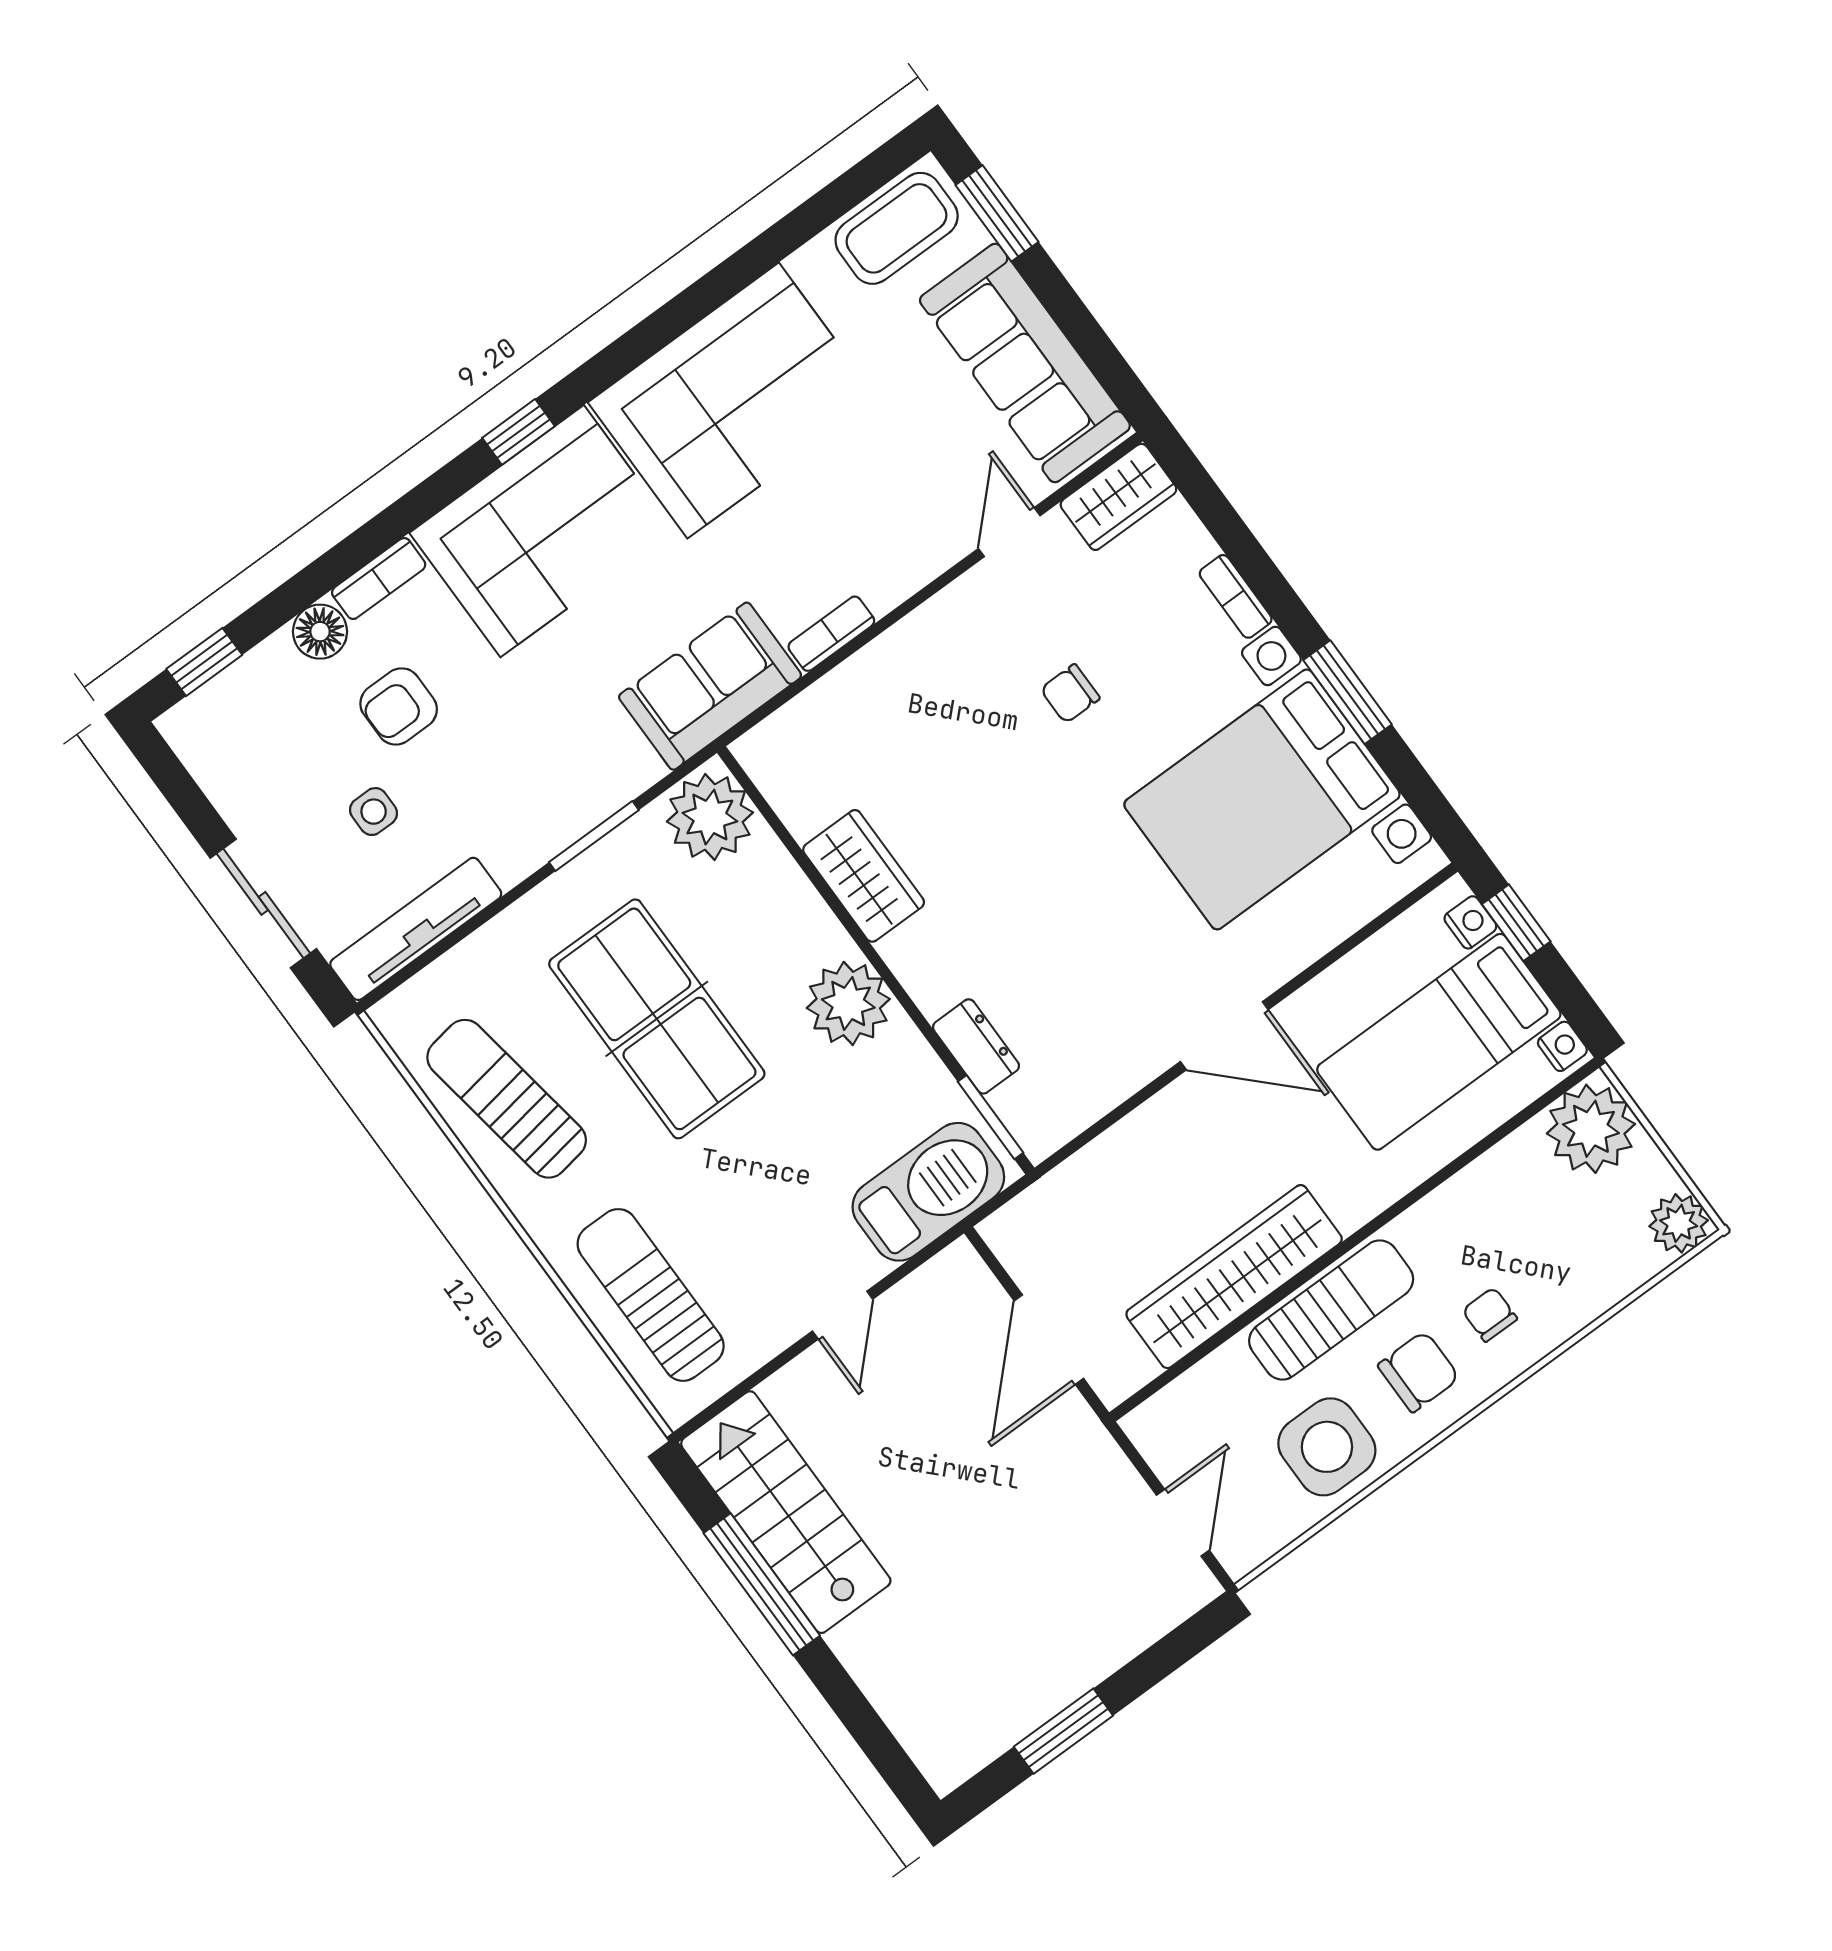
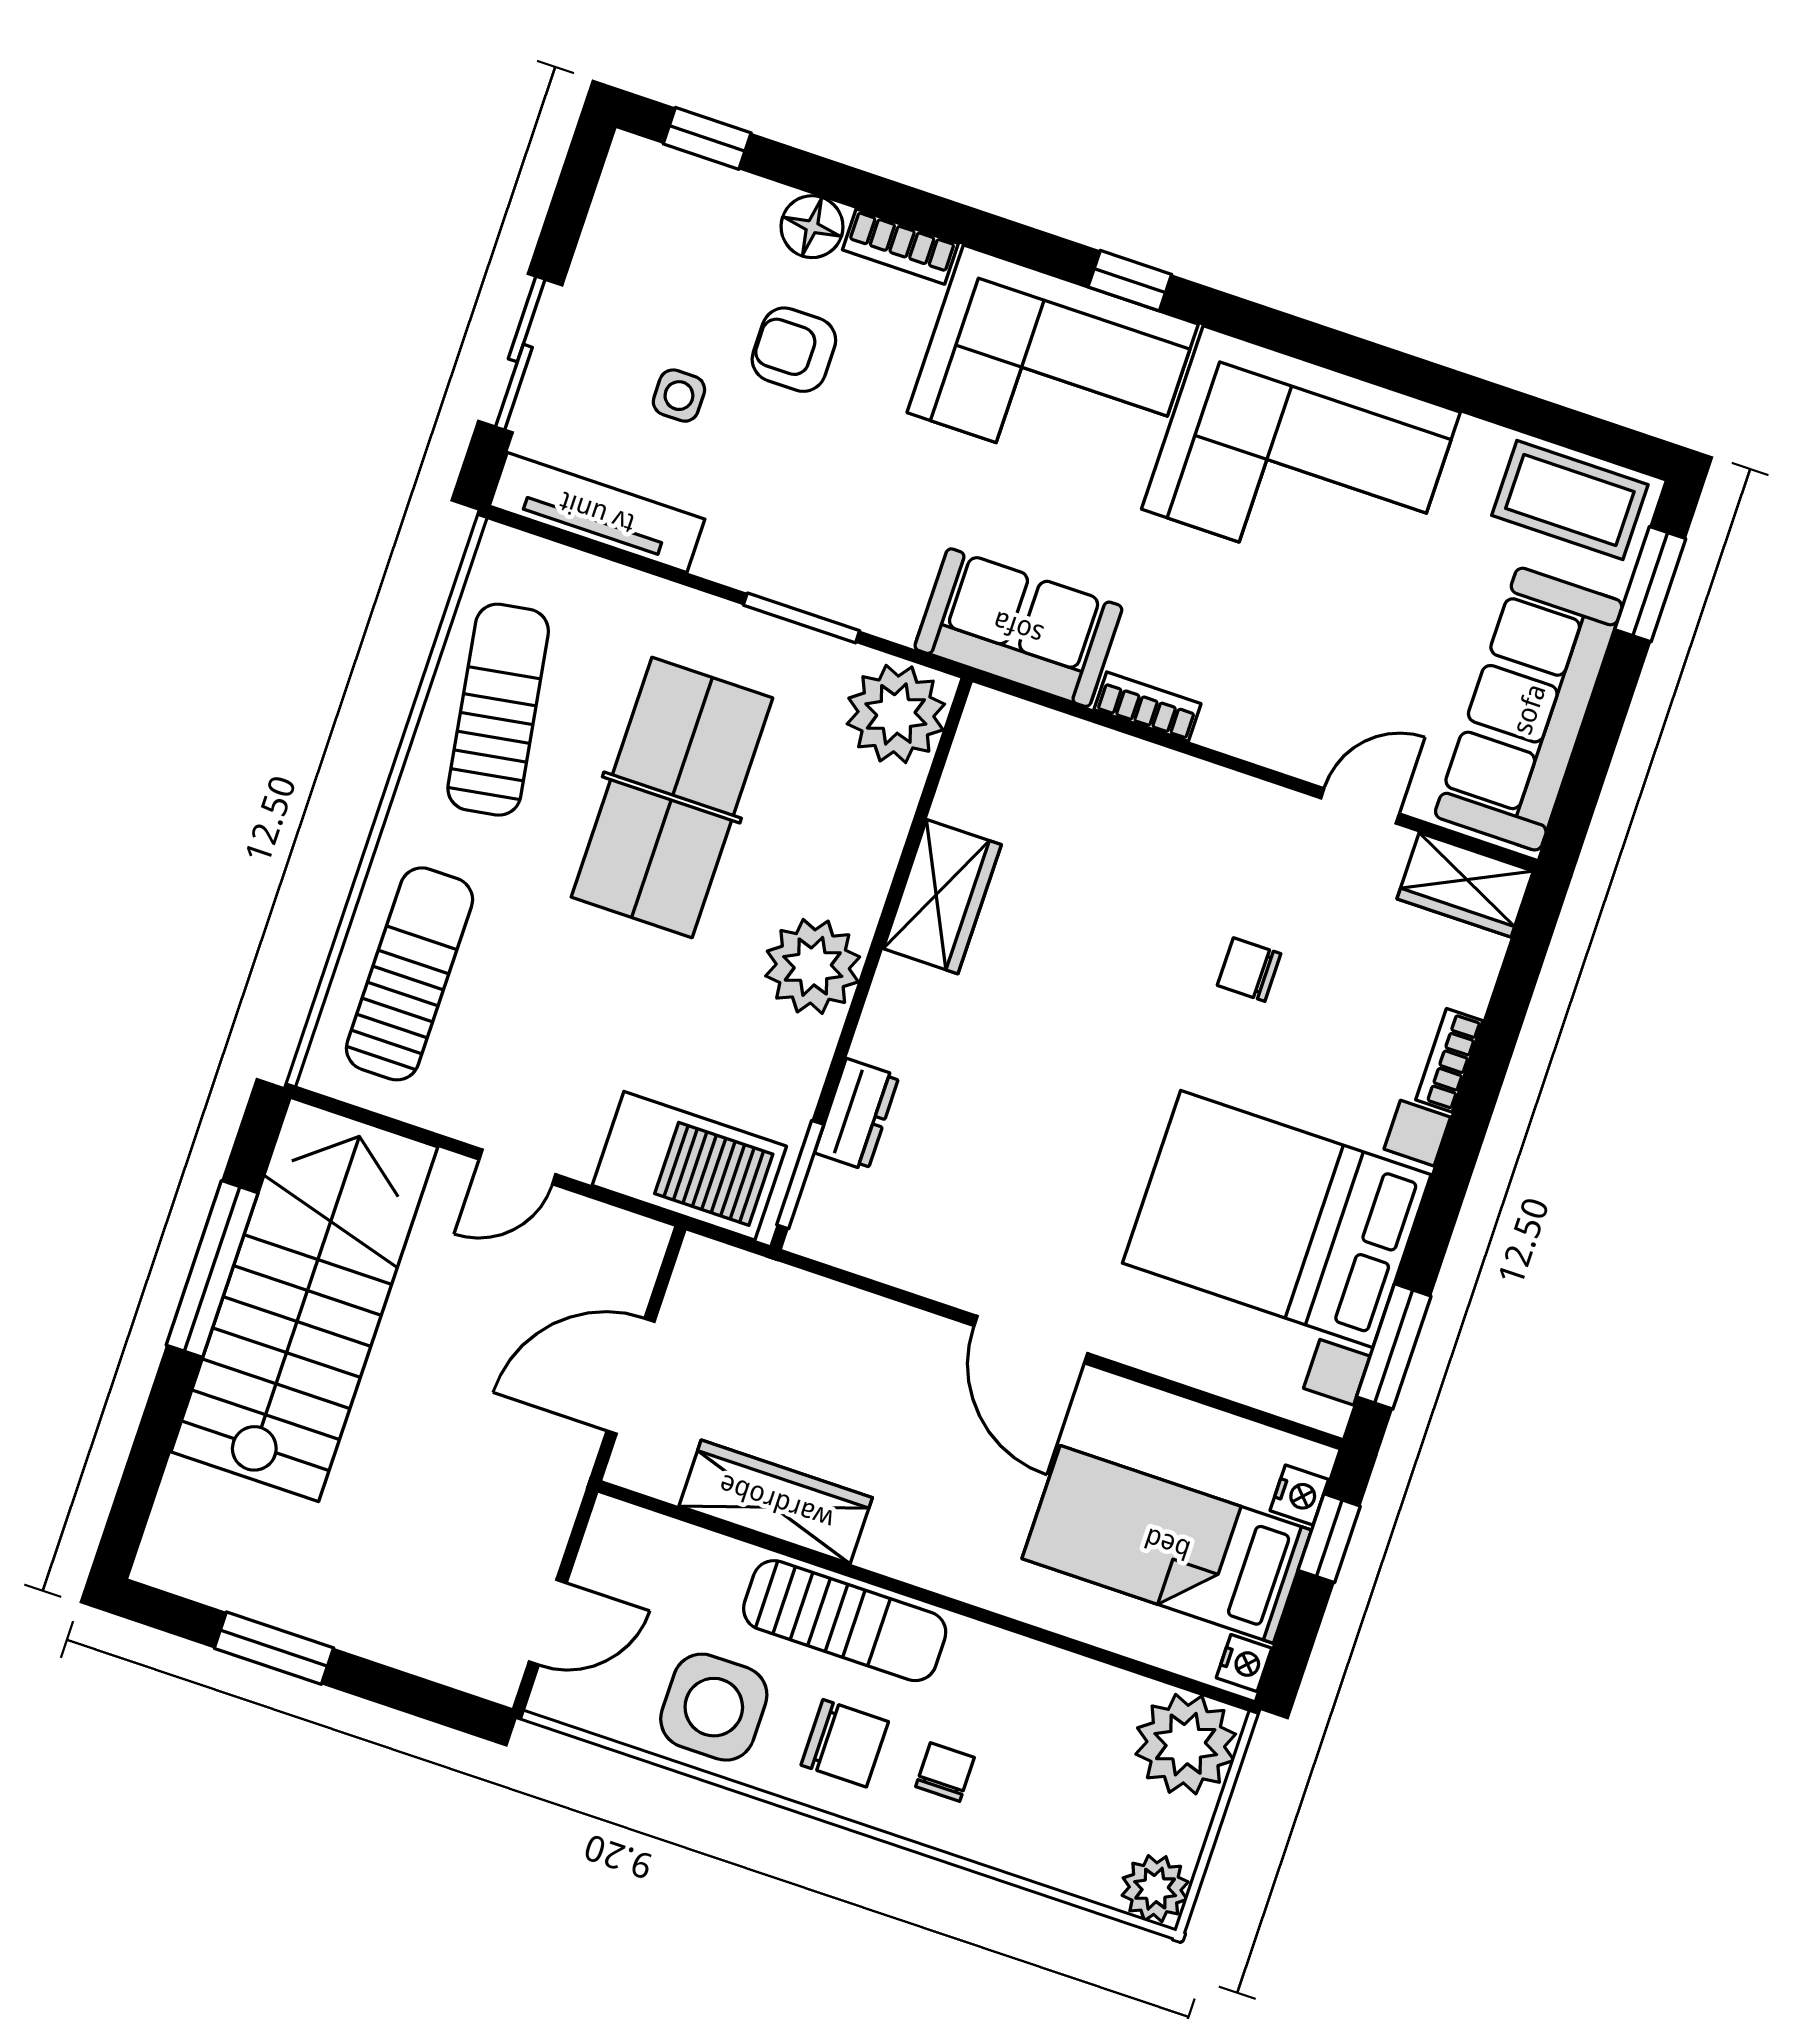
window: (1347, 692) -> (1394, 1346), moved
wardrobe: (1234, 1277) -> (776, 1502), width x0.71, depth x0.85
stairs: (786, 1512) -> (304, 1299), width x1.36, depth x1.51

